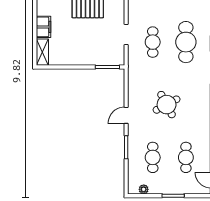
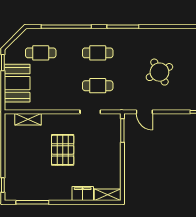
cafe table: (186, 42) -> (98, 53), width x0.73, depth x0.74
door: (126, 115) -> (144, 112), moved

